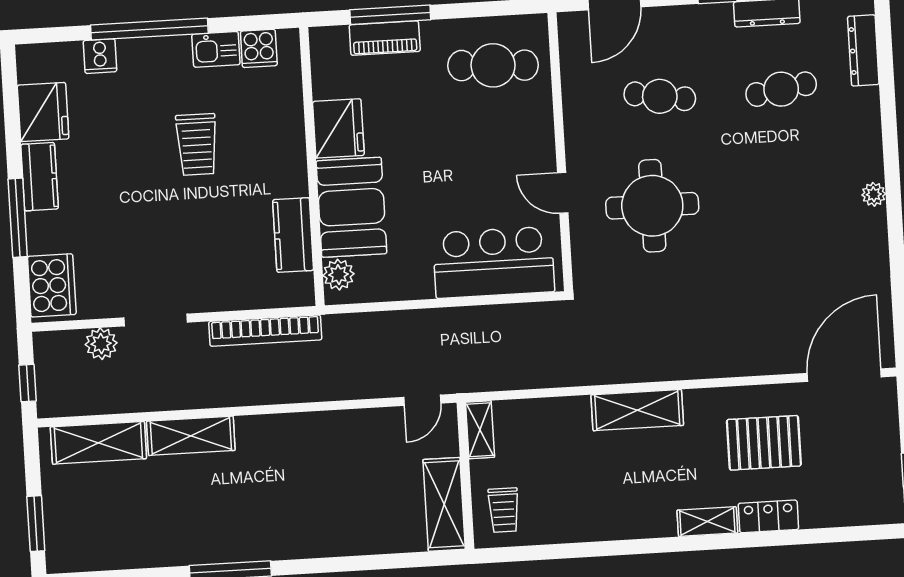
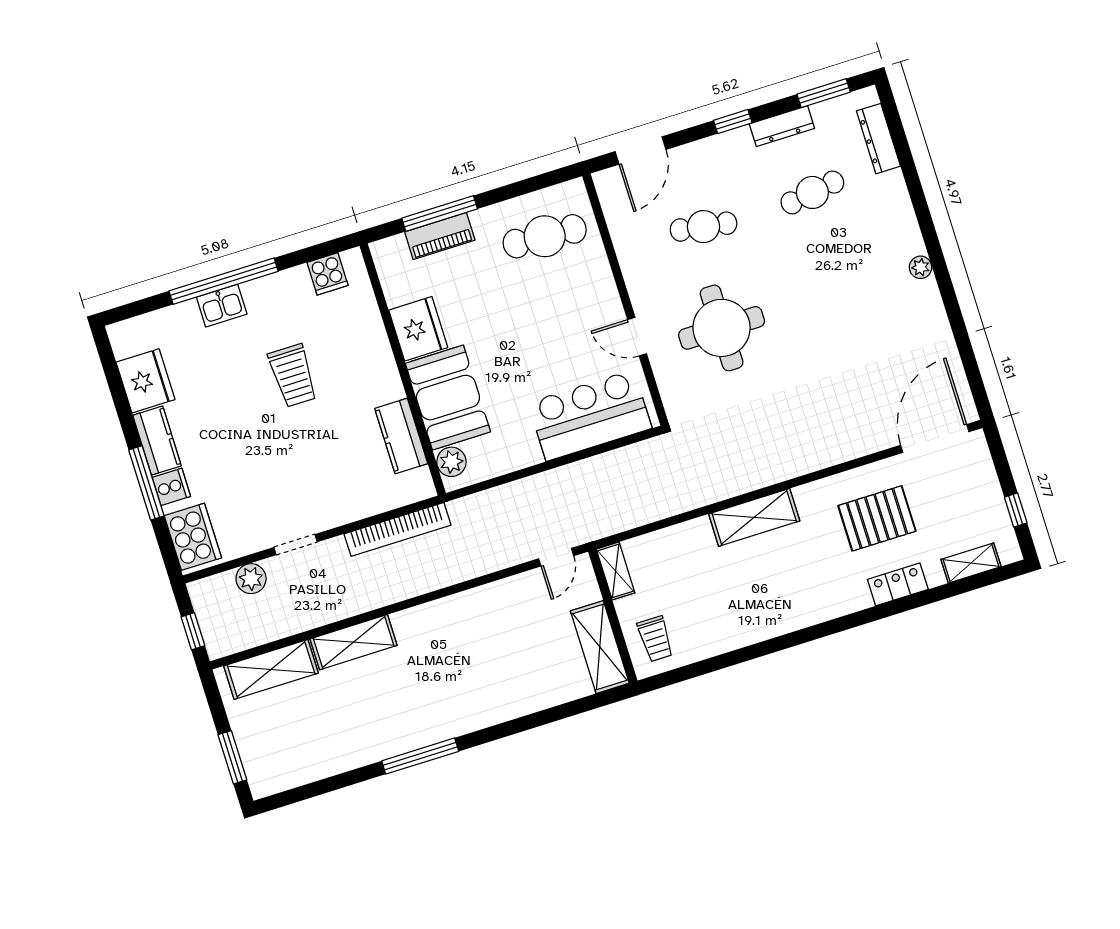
kitchen sink: (216, 49) -> (222, 306), moved
cooker: (100, 56) -> (171, 487), moved, turned -90
doorway: (156, 320) -> (295, 545), width x0.73
shelving: (707, 522) -> (971, 563), moved

